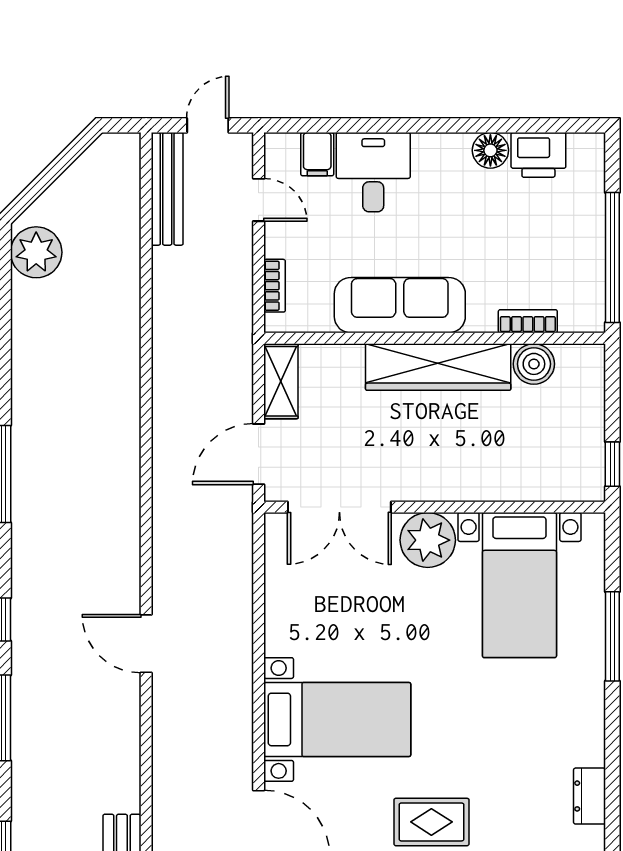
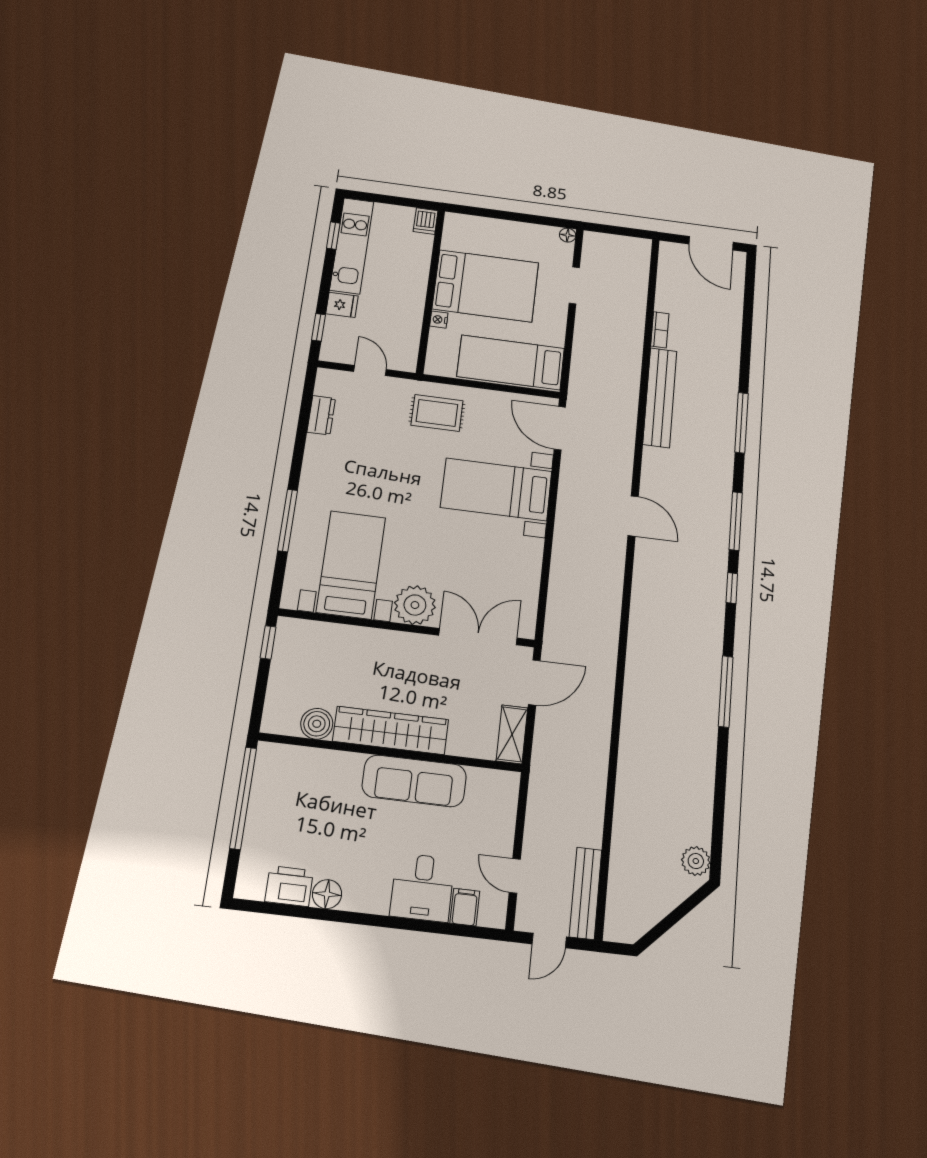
plant: (36, 252) -> (696, 861), width x0.73, depth x0.73
bookcase: (275, 286) -> (509, 807), removed
bookcase: (528, 321) -> (317, 757), removed
door: (146, 644) -> (633, 516), moved

